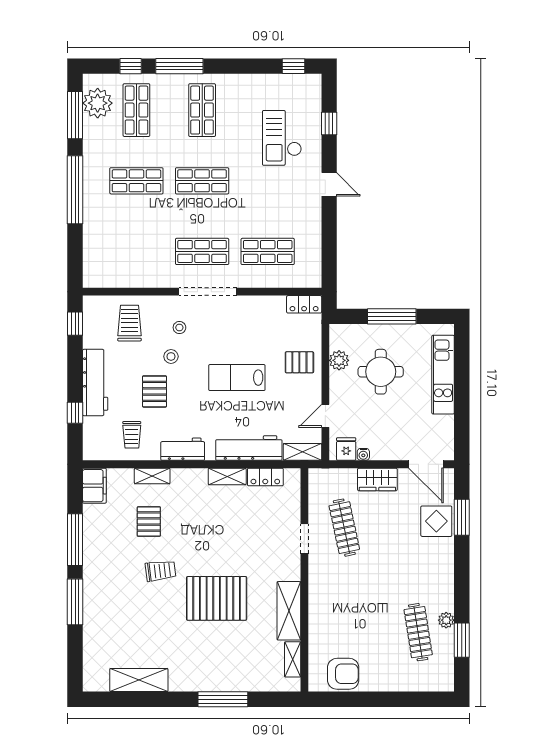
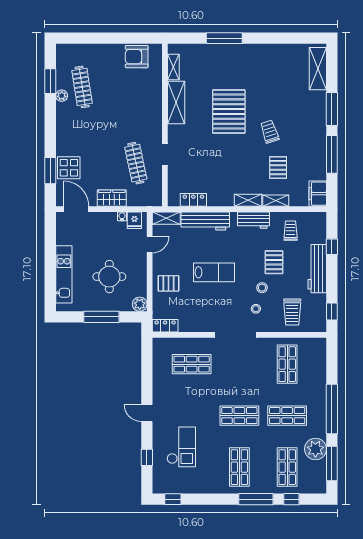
plant: (98, 103) -> (315, 449), moved
shop shelf: (202, 251) -> (287, 364), moved, turned 90
plant: (339, 360) -> (140, 304), moved
shelving: (227, 476) -> (248, 200), moved
trolley: (160, 571) -> (270, 132), turned 79
pallet: (217, 598) -> (229, 112), turned 90
shelving: (139, 680) -> (318, 69), moved, turned 90

